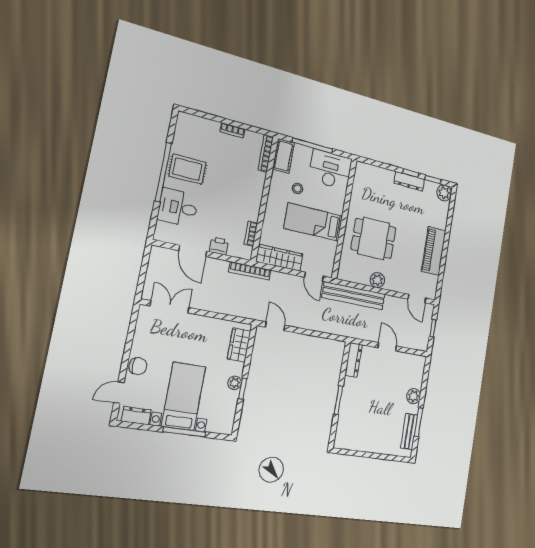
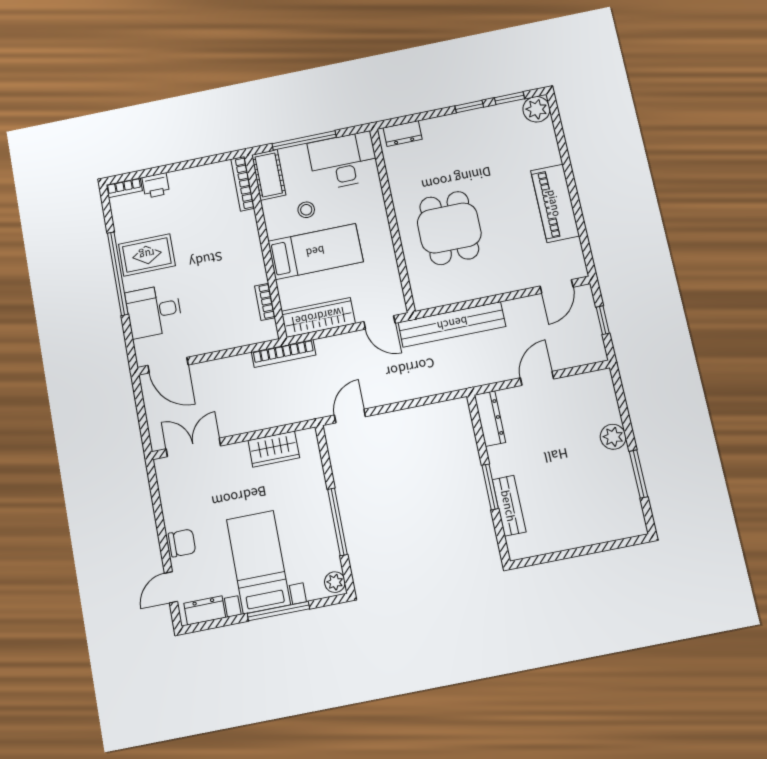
bookcase: (232, 130) -> (124, 188), moved
dresser: (409, 181) -> (403, 134), moved, width x0.70
bed: (313, 222) -> (315, 252), moved, turned 180
dining table: (374, 238) -> (449, 228), turned 90
printer: (219, 246) -> (156, 185), moved, turned 180
door: (193, 251) -> (168, 365), moved
plant: (377, 280) -> (480, 286), removed
door: (417, 299) -> (557, 287), hinge flipped
door: (275, 326) -> (350, 416), hinge flipped
wardrobe: (239, 345) -> (274, 449), moved, turned -90
door: (387, 347) -> (537, 378), hinge flipped
plant: (235, 383) -> (335, 582), moved
window: (243, 389) -> (337, 522), width x2.17
bench: (409, 431) -> (509, 506), moved

